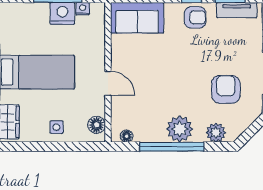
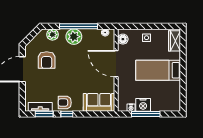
door: (108, 83) -> (116, 64), width x1.88

